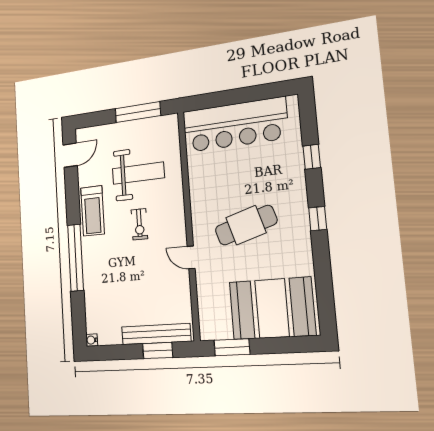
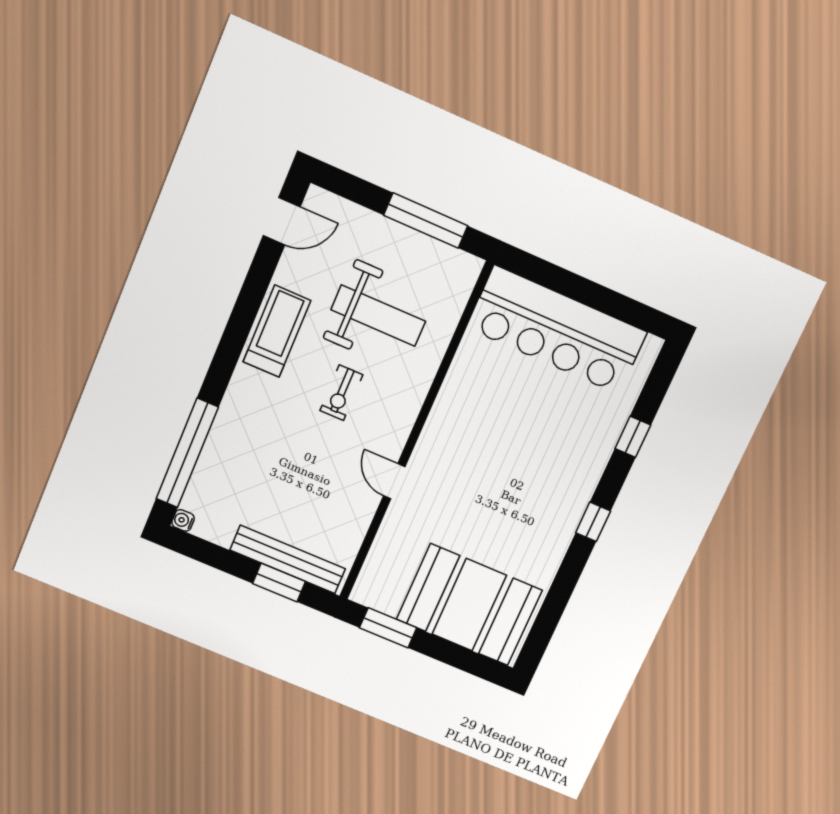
treadmill: (93, 211) -> (277, 331), turned 180
cafe table: (246, 225) -> (495, 479), removed
window: (76, 258) -> (187, 453), moved

